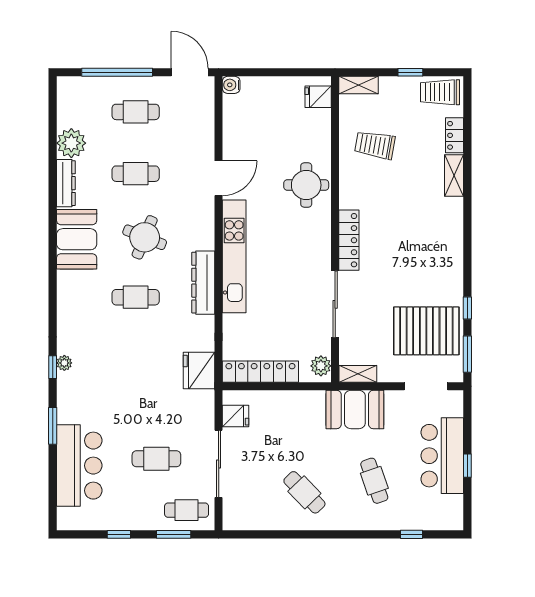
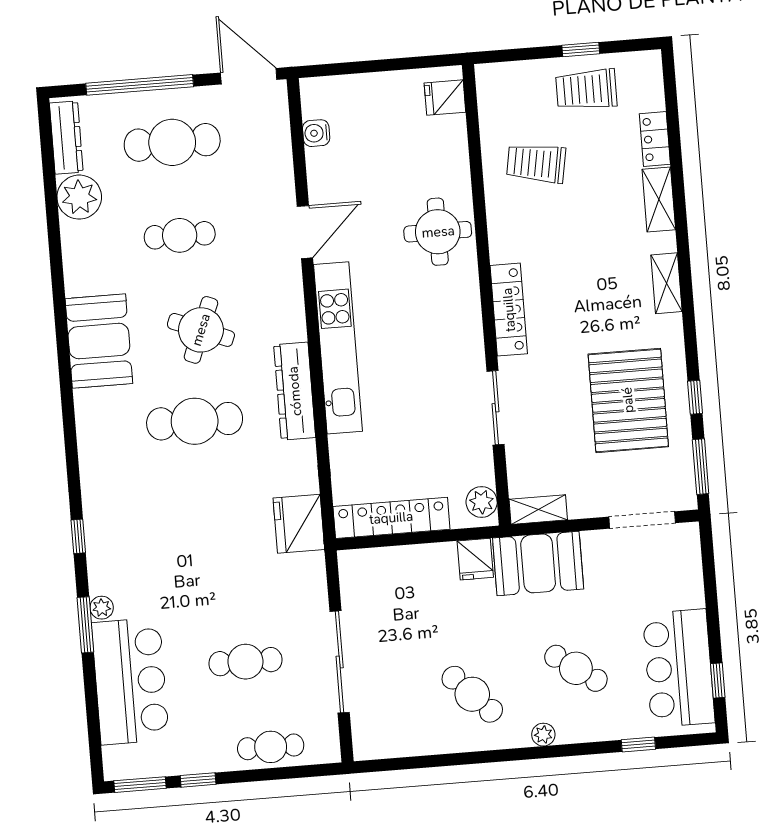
water cooler: (231, 85) -> (316, 133), moved
shelving: (359, 85) -> (666, 283), moved, turned 90
trolley: (440, 92) -> (586, 89), moved
cafe table: (136, 112) -> (172, 142), width x1.37, depth x1.35
dresser: (66, 183) -> (66, 137), moved
cafe table: (136, 297) -> (195, 421), width x1.37, depth x1.35
sliding door: (335, 304) -> (495, 408), width x0.73
pallet: (426, 331) -> (628, 400), moved, turned 90
plant: (64, 363) -> (102, 608), moved
fridge: (236, 416) -> (475, 559), moved, turned 90
bar counter: (442, 456) -> (679, 668), moved
window: (467, 466) -> (718, 680), moved
cafe table: (374, 481) -> (576, 668), turned -36
cafe table: (187, 510) -> (271, 747), moved
plant: (349, 523) -> (543, 735), added
window: (174, 534) -> (140, 785), moved

